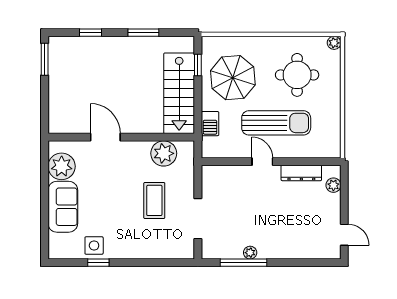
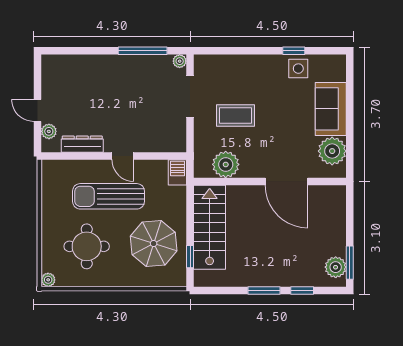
window: (143, 33) -> (264, 290), moved
plant: (58, 55) -> (336, 267), added
barbecue: (210, 124) -> (177, 172), moved
door: (105, 137) -> (286, 181), width x1.36
coffee table: (154, 200) -> (236, 115), turned 90
door: (344, 235) -> (38, 110), moved
plant: (250, 253) -> (180, 61), moved

